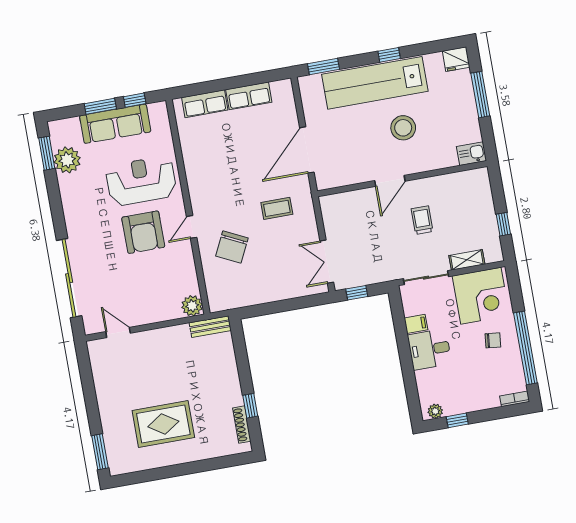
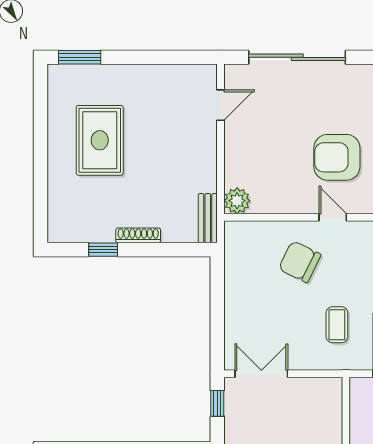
shoe rack: (242, 425) -> (138, 235), moved

